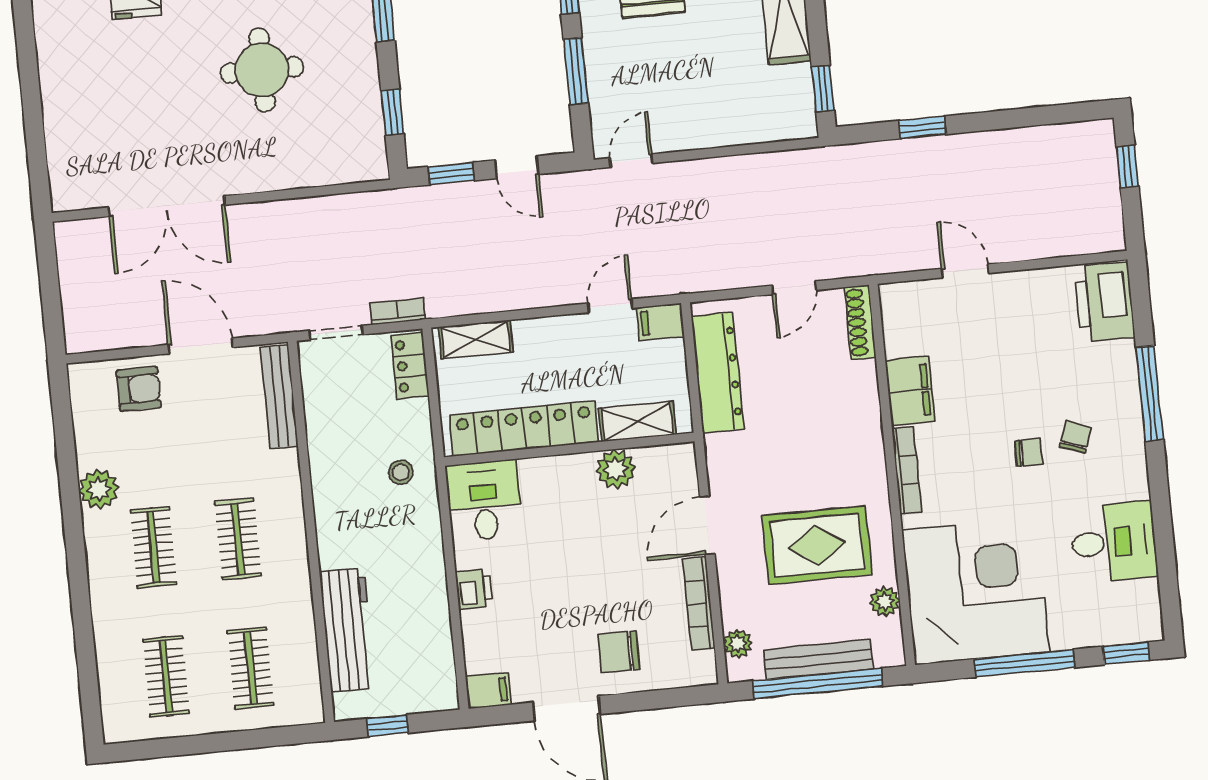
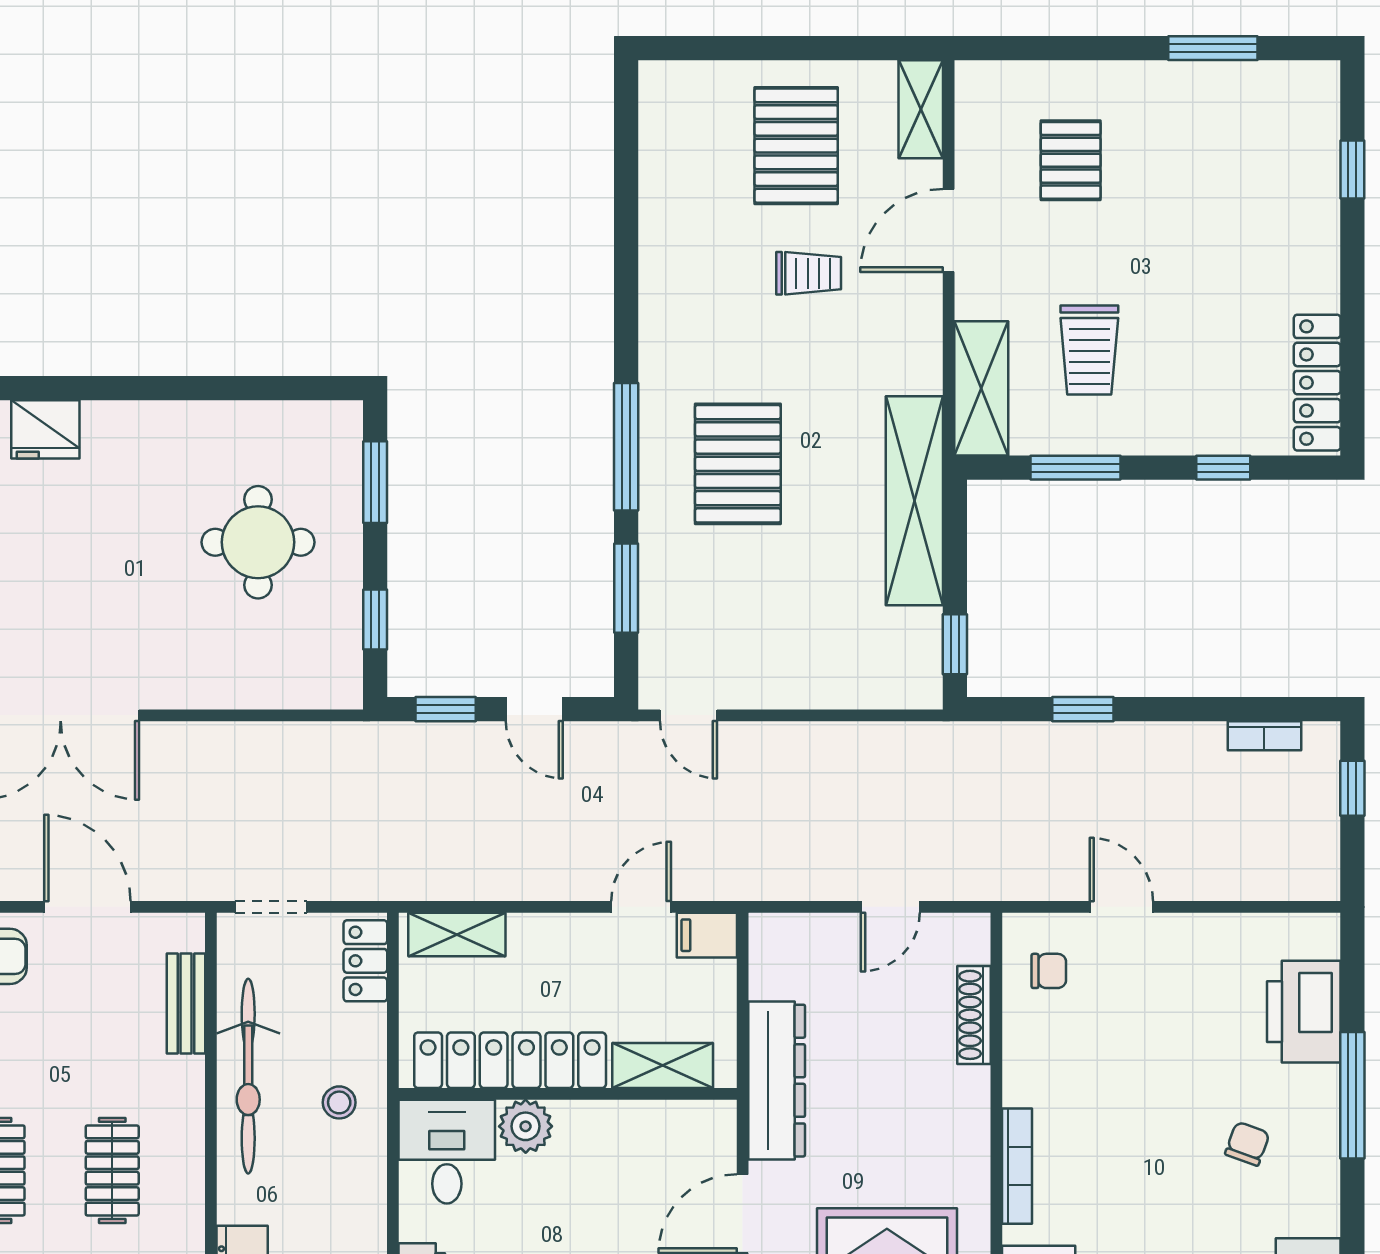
round table: (262, 70) -> (258, 542), moved
door: (631, 161) -> (688, 715), swing flipped
printer: (1104, 302) -> (1304, 1012), moved
bookcase: (398, 311) -> (1264, 736), moved, turned 180
shoe rack: (860, 322) -> (974, 1015), moved
dresser: (718, 373) -> (777, 1081), moved
filing cabinet: (910, 391) -> (1032, 1060), removed
bench: (279, 397) -> (186, 1004), width x0.73
chair: (1029, 453) -> (1049, 971), moved
bicycle: (332, 459) -> (248, 1076), added
plant: (616, 469) -> (526, 1126), moved

